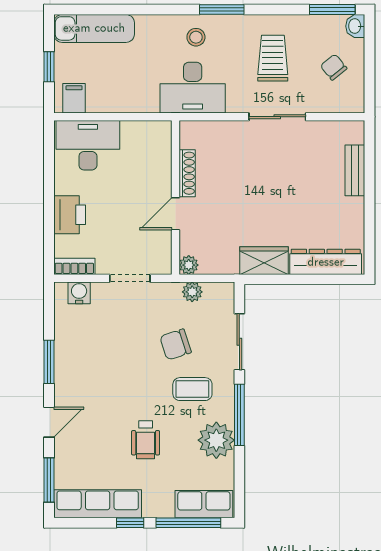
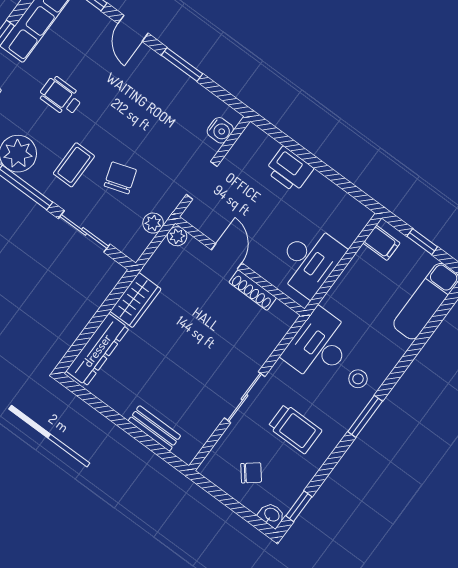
window: (332, 10) -> (299, 506), width x0.67
desk: (88, 145) -> (310, 260), moved
bookcase: (74, 266) -> (245, 142), removed

